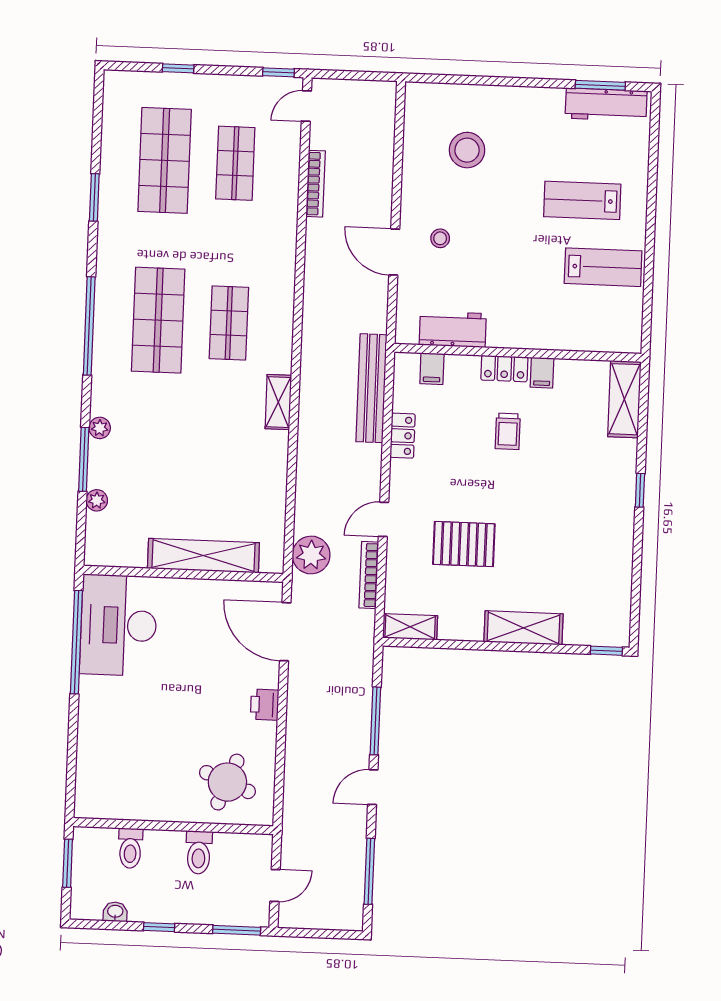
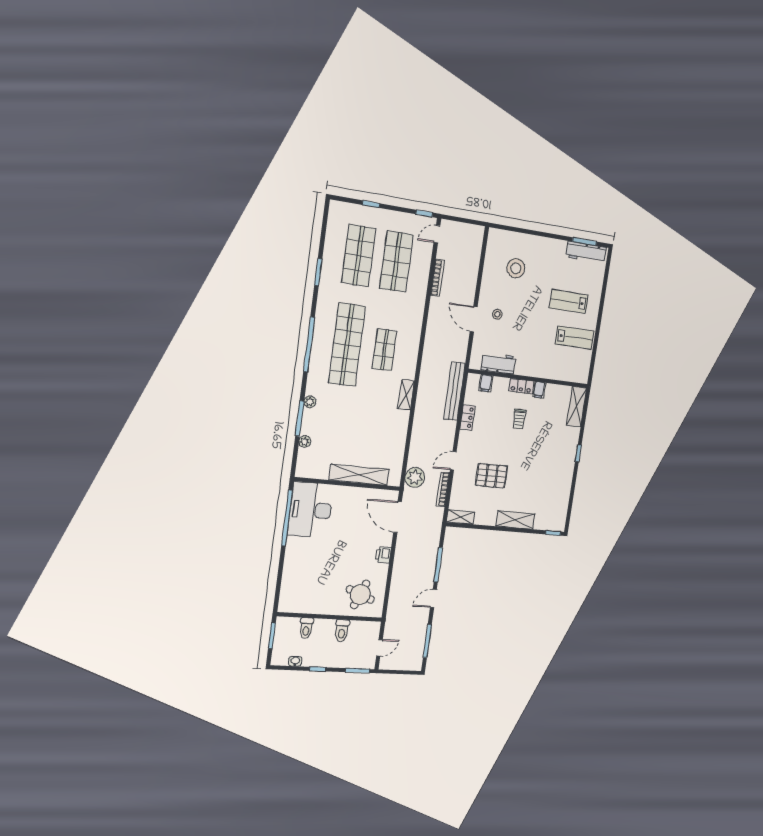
shop shelf: (235, 163) -> (396, 262), width x1.43, depth x1.36
shop shelf: (158, 320) -> (347, 345), width x1.40

